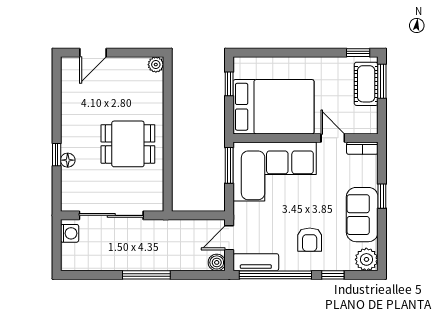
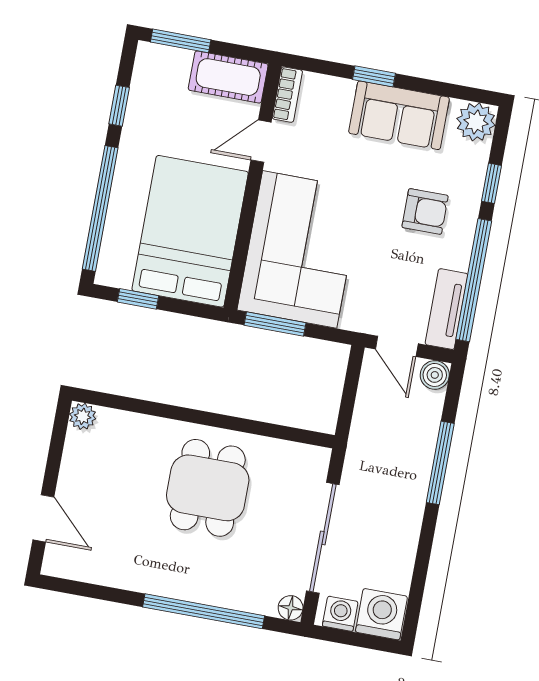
window: (277, 53) -> (100, 208), added
window: (358, 53) -> (119, 106), moved
cot: (366, 84) -> (228, 77), moved
window: (57, 155) -> (204, 611), width x3.17
floor lamp: (68, 160) -> (291, 608), moved
washing machine: (74, 257) -> (381, 614), added
window: (146, 275) -> (440, 463), moved

